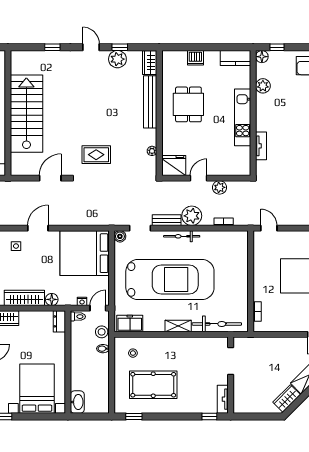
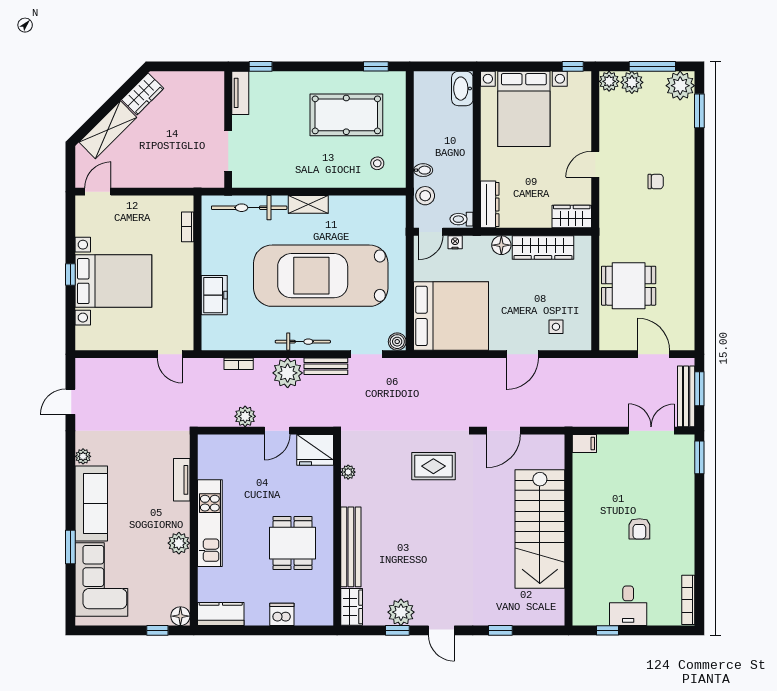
plant: (263, 86) -> (179, 543), moved
dresser: (59, 321) -> (490, 204), width x1.44
freezer: (130, 324) -> (214, 295), moved, turned -90

